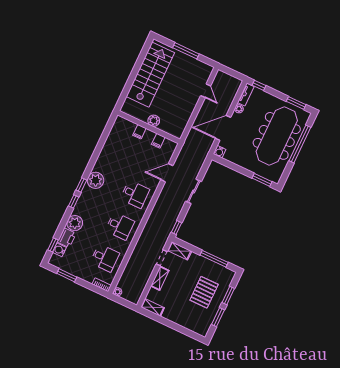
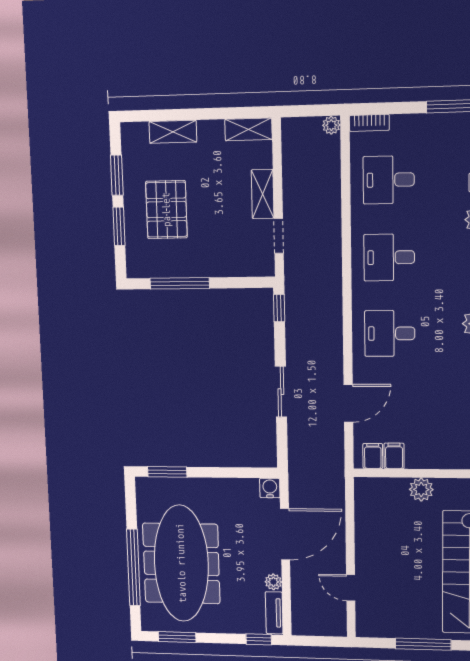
filing cabinet: (139, 132) -> (373, 456), moved
shelving: (180, 251) -> (173, 132), moved

